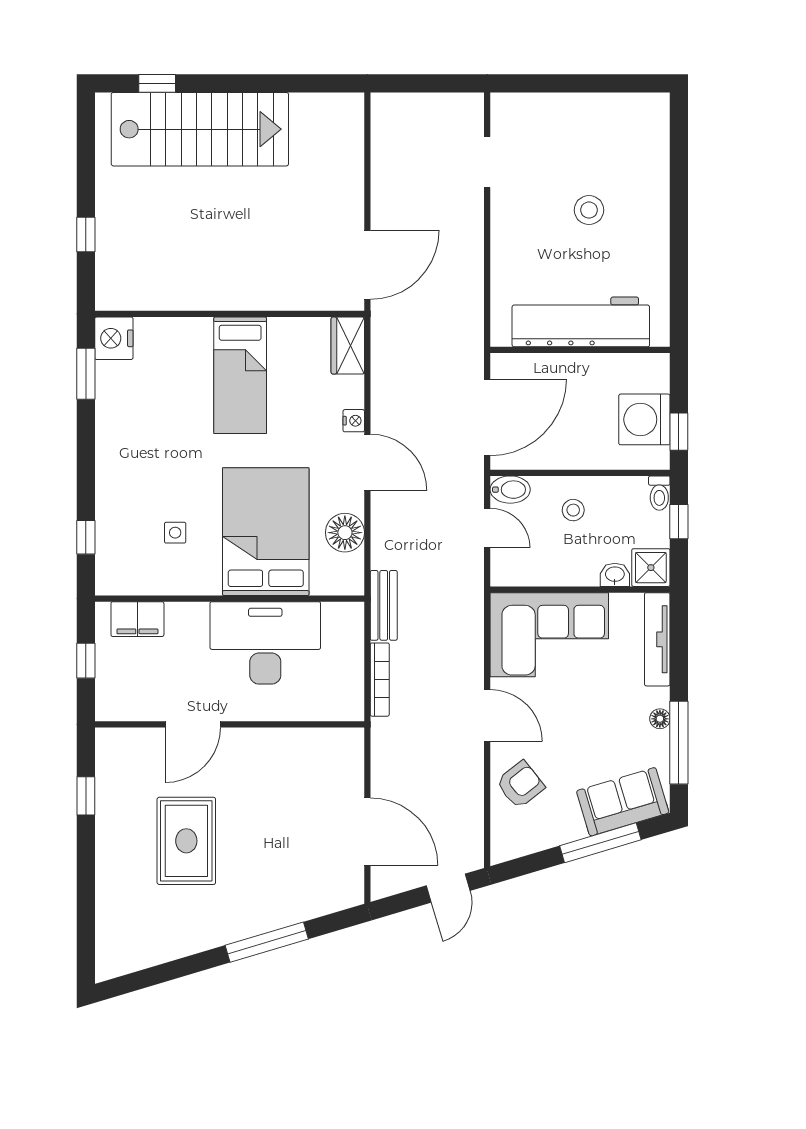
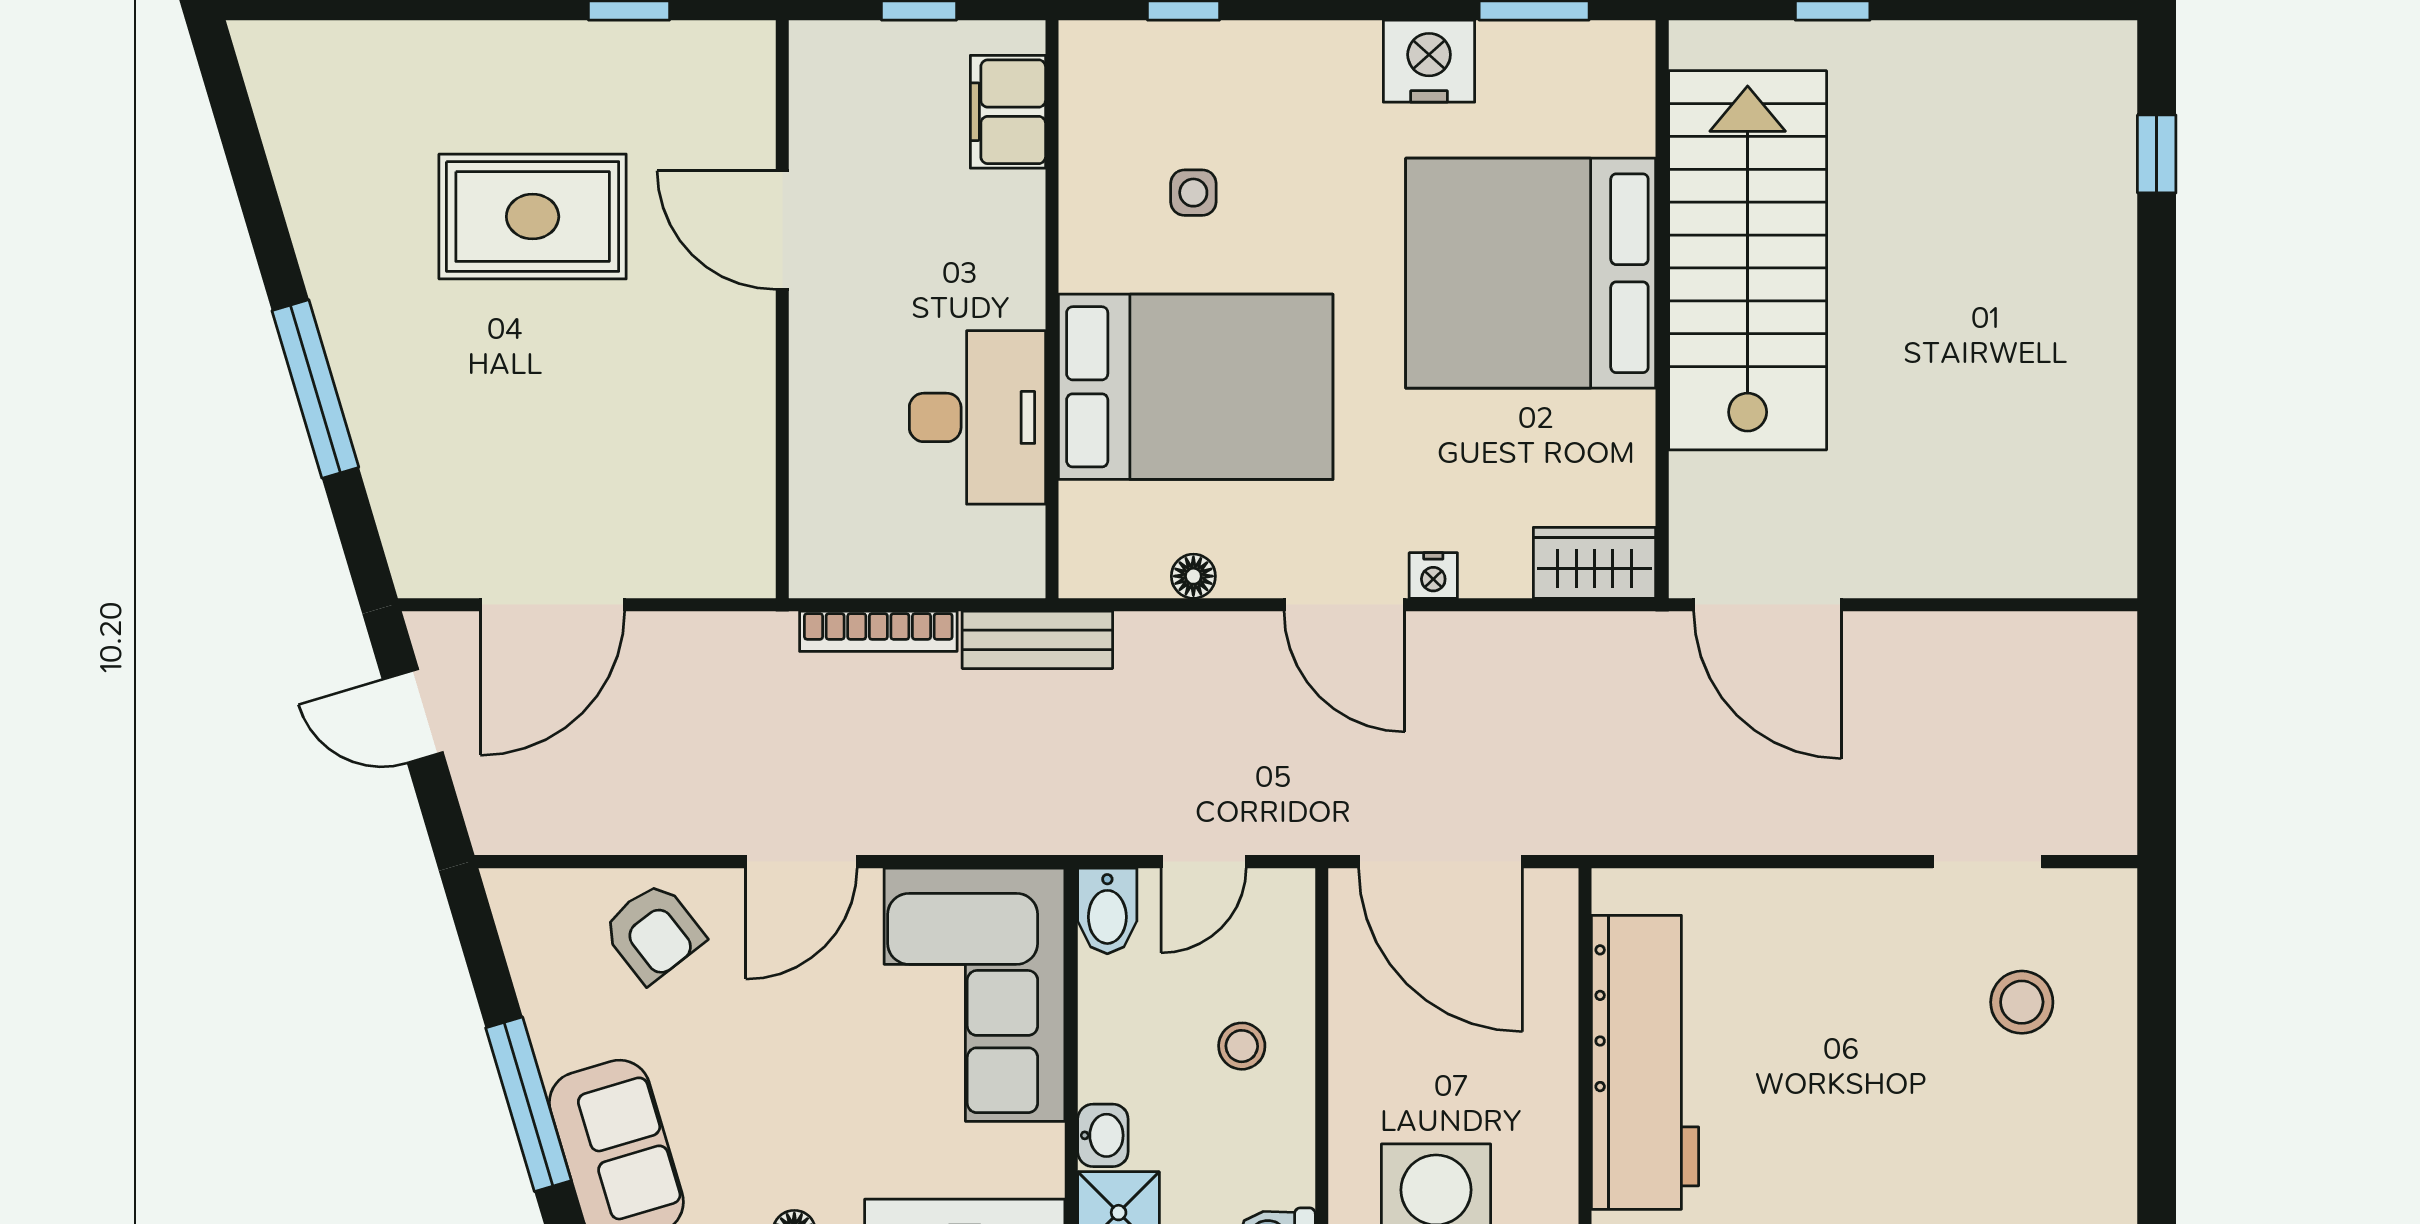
stairs: (200, 129) -> (1748, 260), moved, turned 180
stool: (589, 210) -> (2022, 1002), moved
nightstand: (114, 338) -> (1429, 61), moved
bed: (240, 375) -> (1531, 273), width x2.04
door: (367, 462) -> (1344, 605), hinge flipped
bidet: (510, 490) -> (1107, 911), moved
floor lamp: (345, 533) -> (1193, 576), width x0.53, depth x0.53
desk: (265, 643) -> (977, 417), width x0.73, depth x0.77
door: (448, 888) -> (413, 716), moved

